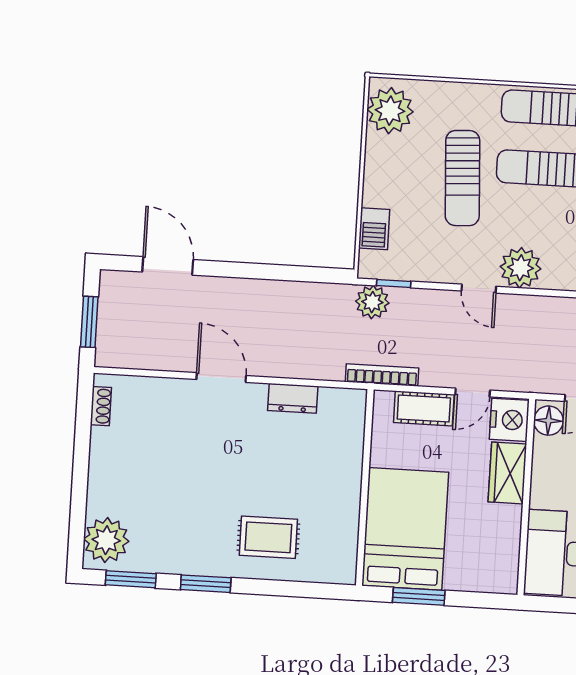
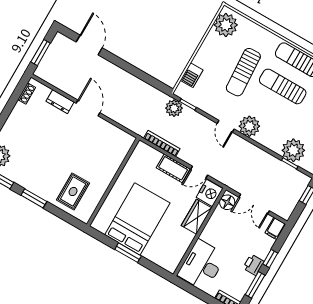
dresser: (293, 398) -> (60, 102), moved
wall: (365, 487) -> (113, 182), moved
rug: (268, 537) -> (73, 192), turned 90

